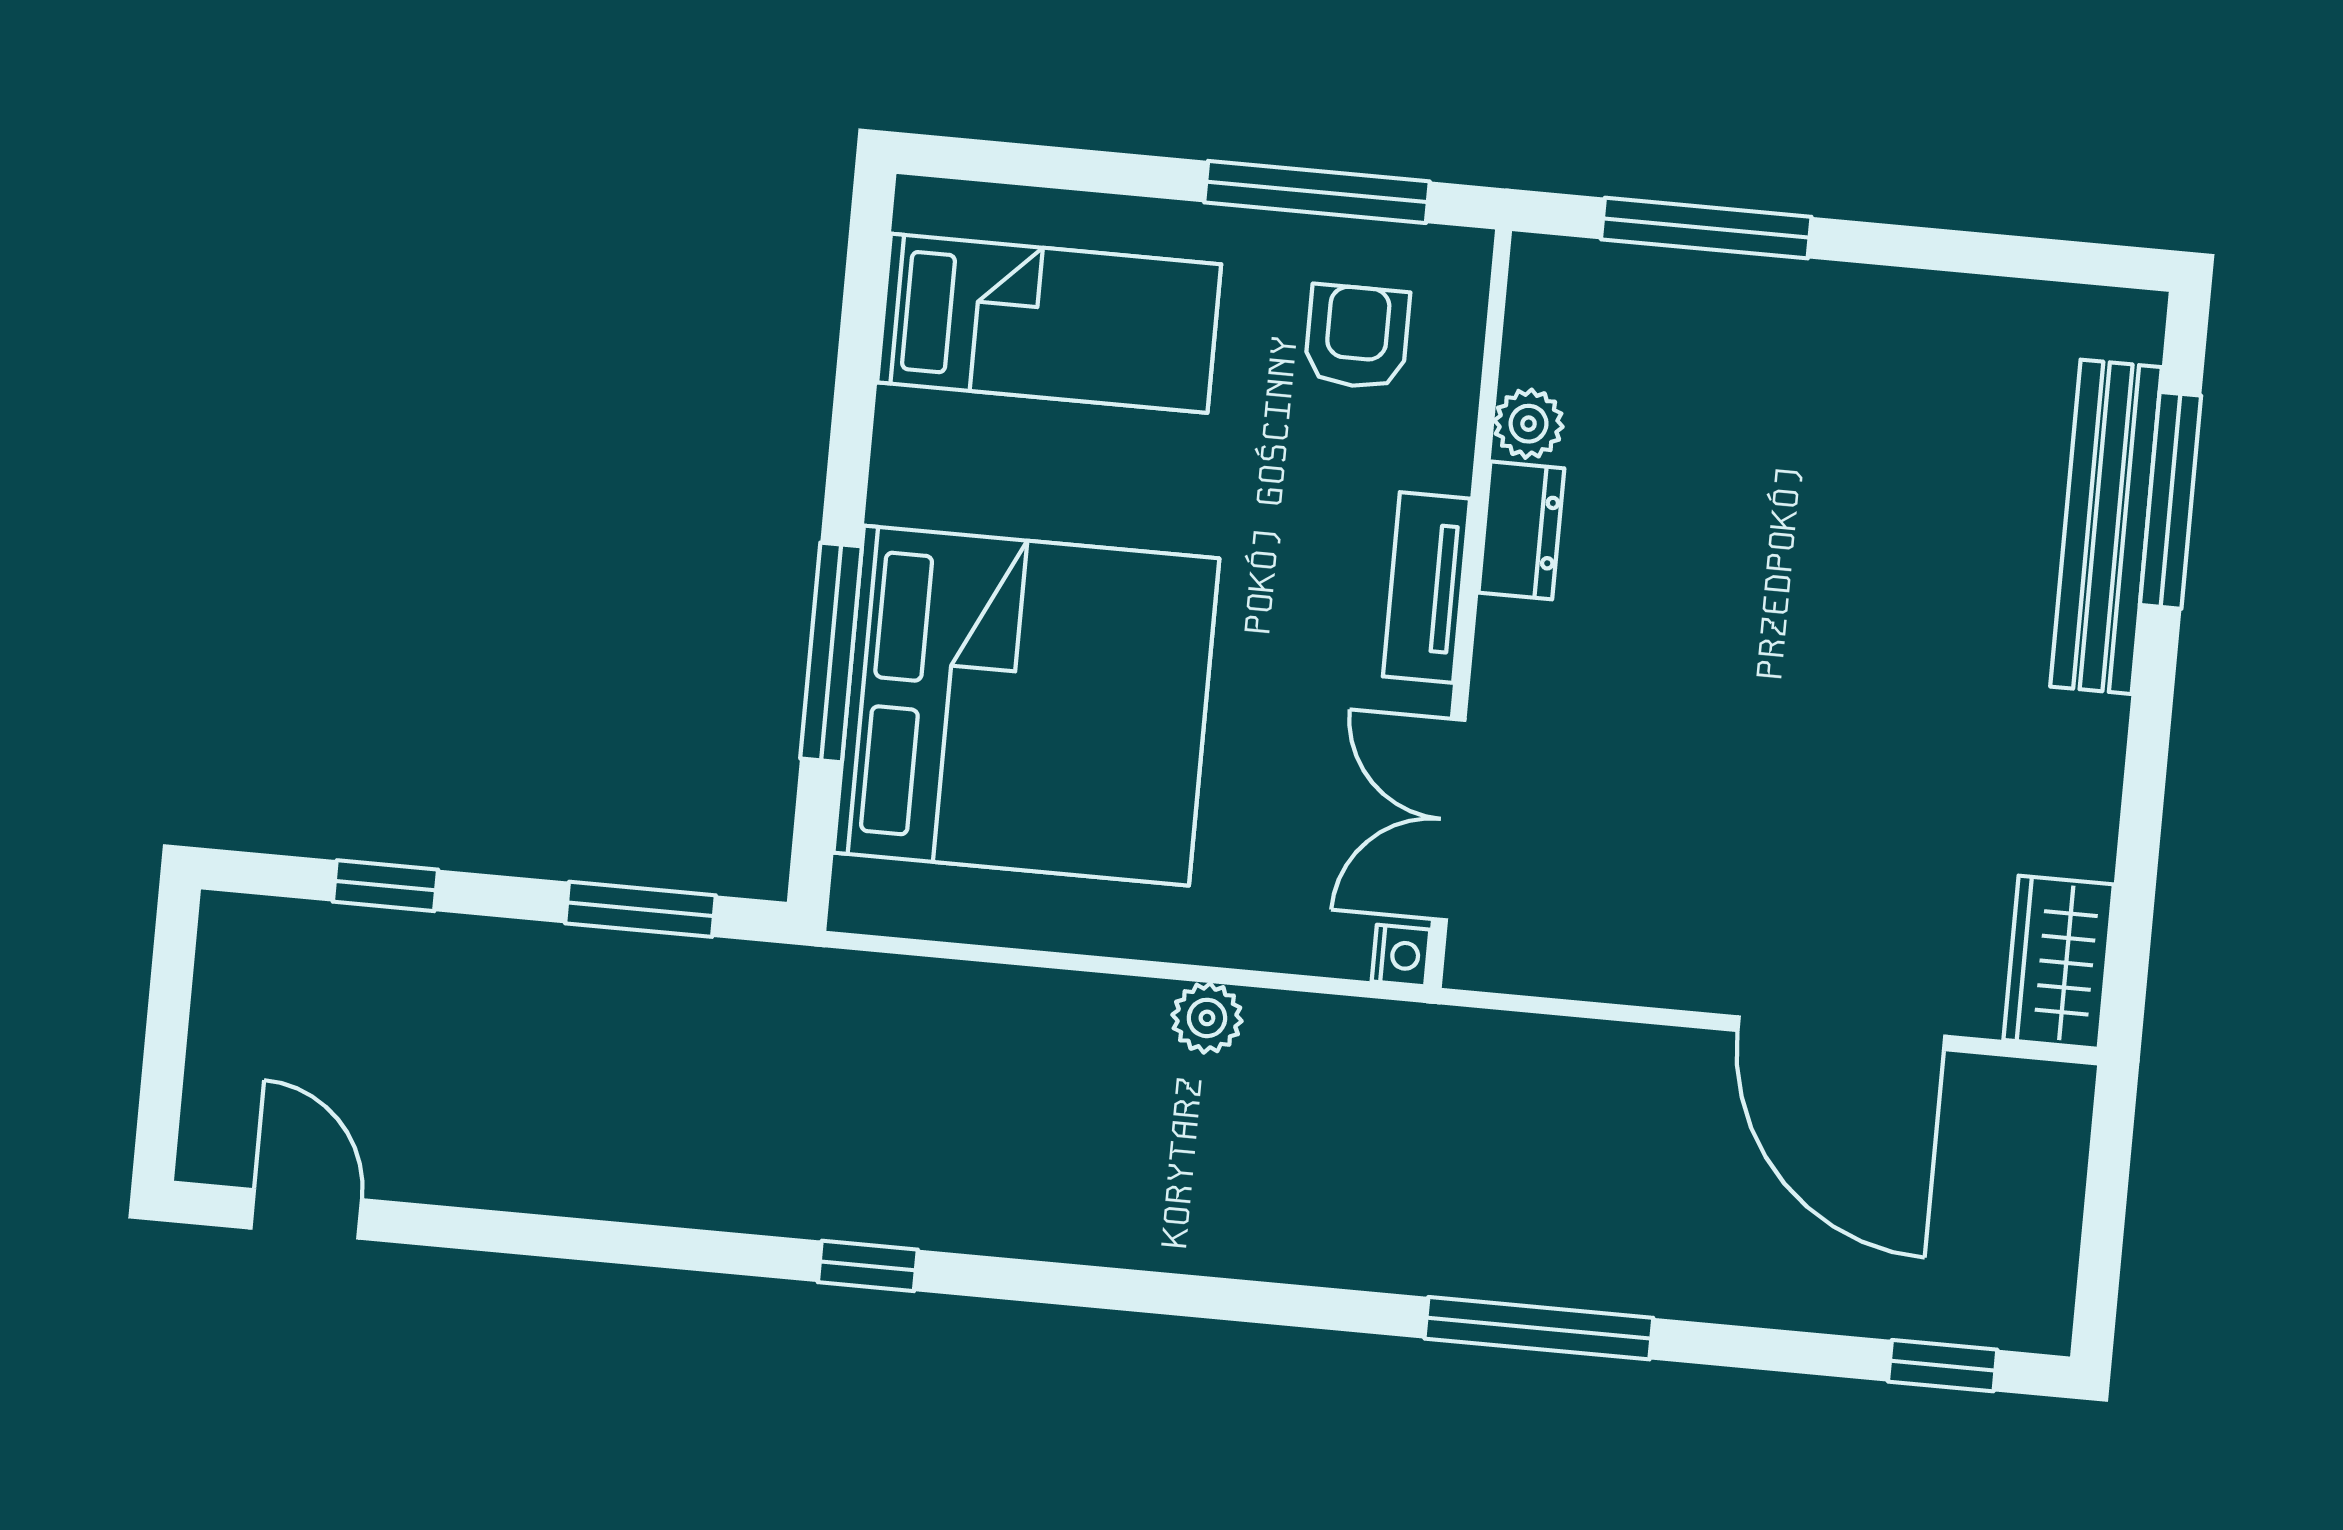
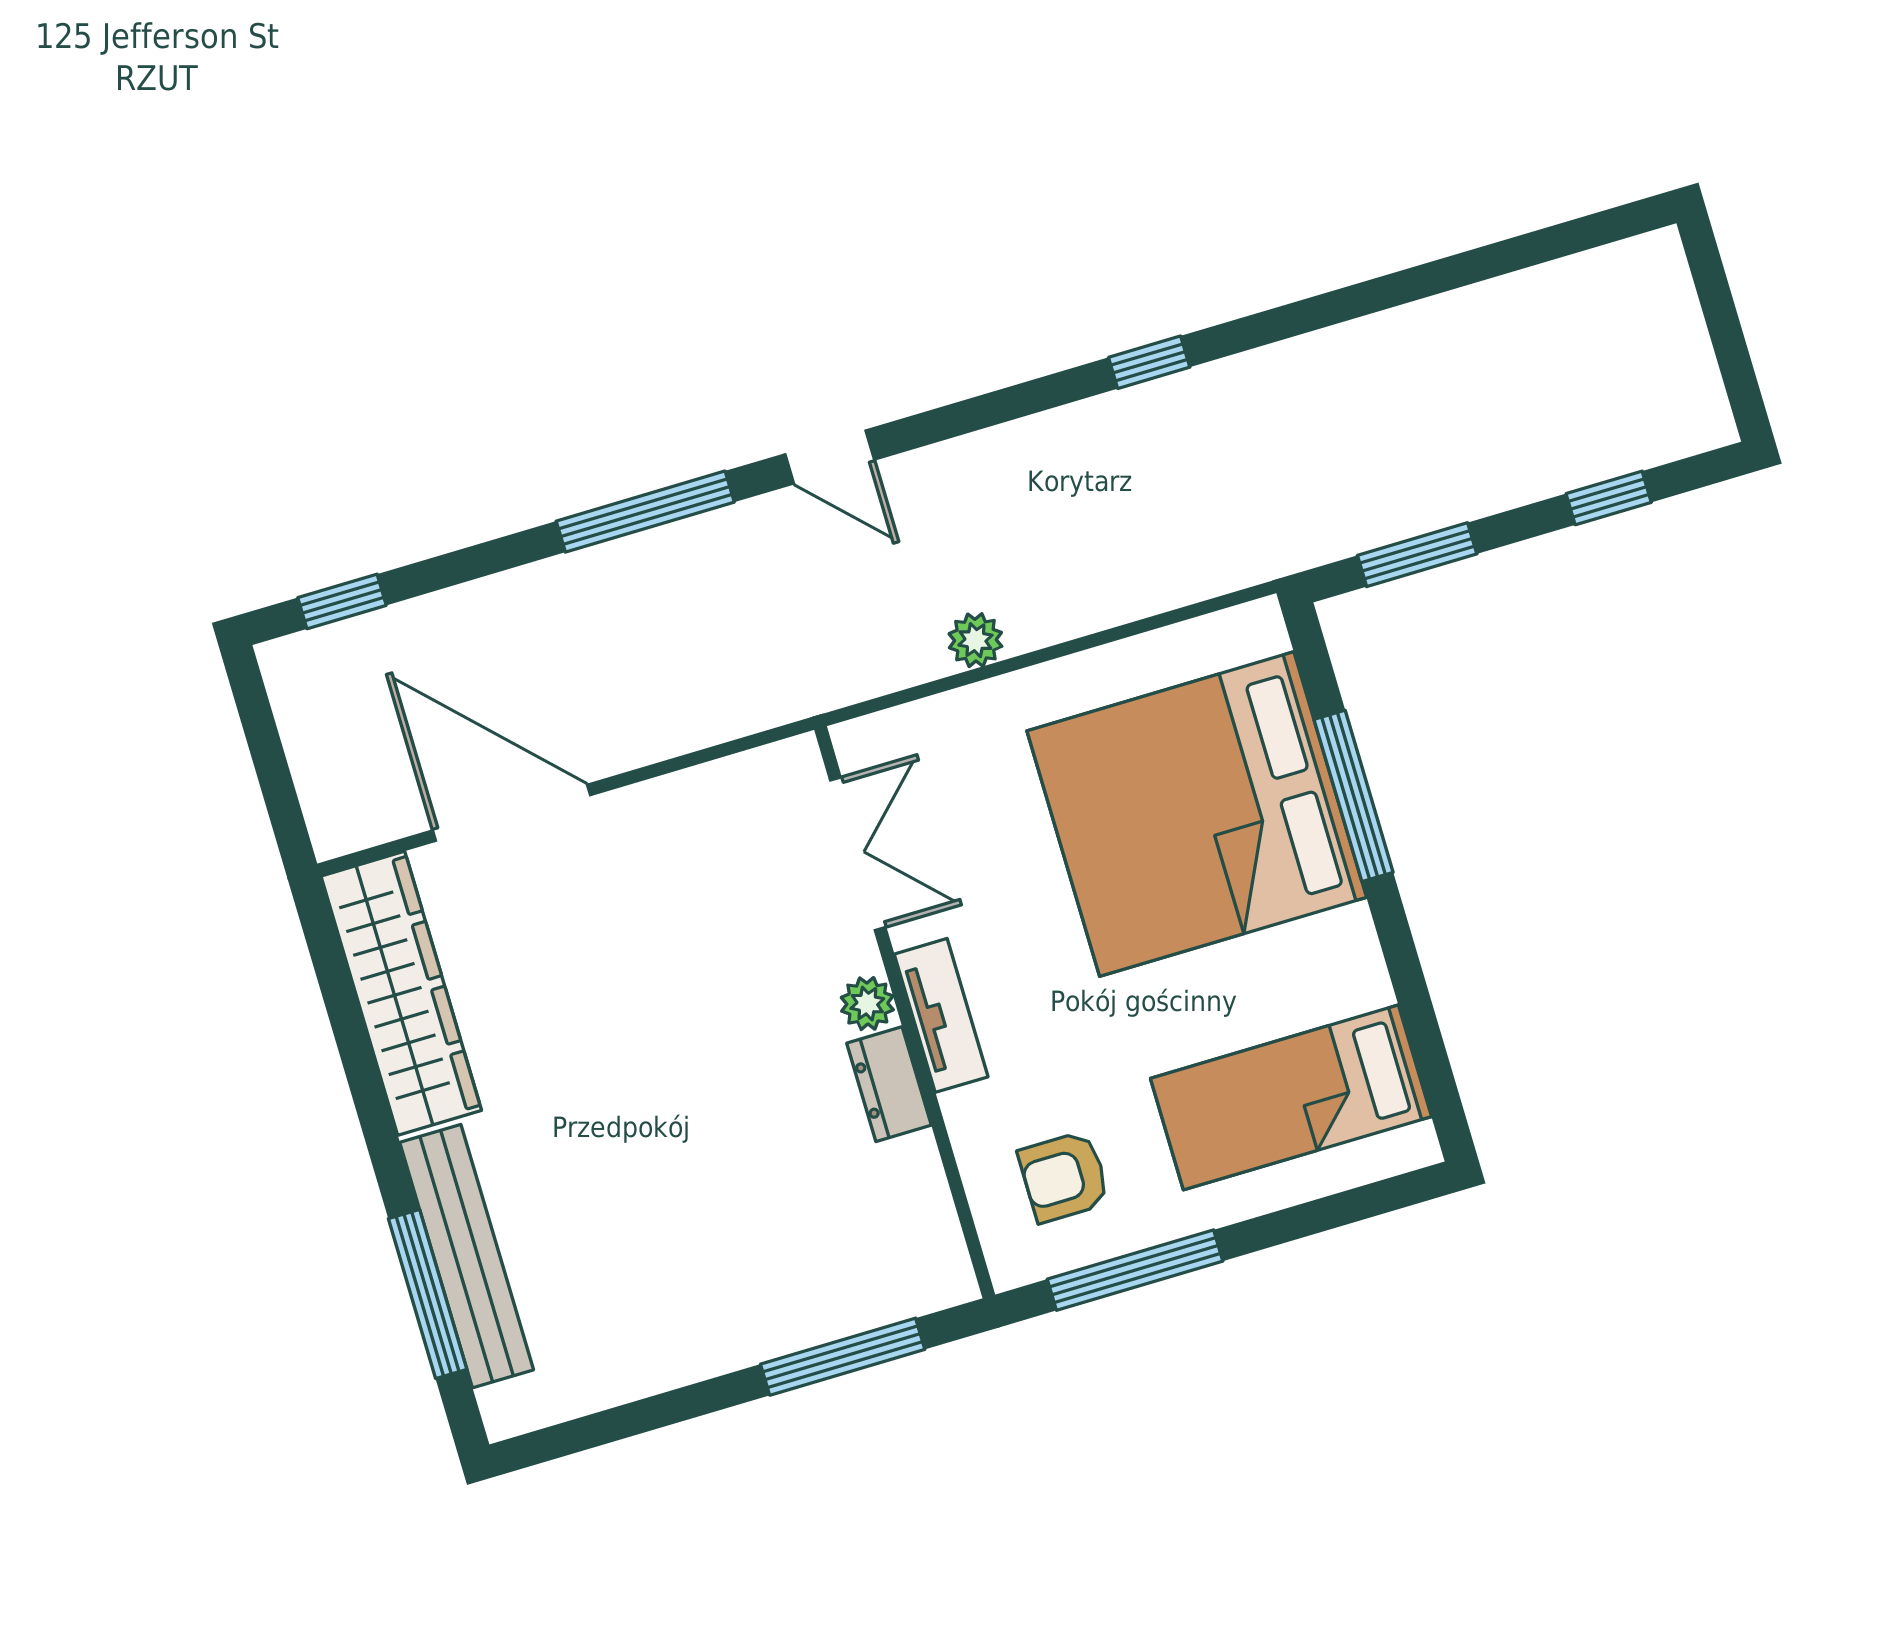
armchair: (1357, 337) -> (1064, 1177), turned 90
plant: (1529, 424) -> (867, 1004), moved
nightstand: (1401, 955) -> (853, 742), removed
wardrobe: (2059, 962) -> (401, 993), width x2.10, depth x1.17
door: (306, 1214) -> (830, 457), moved

